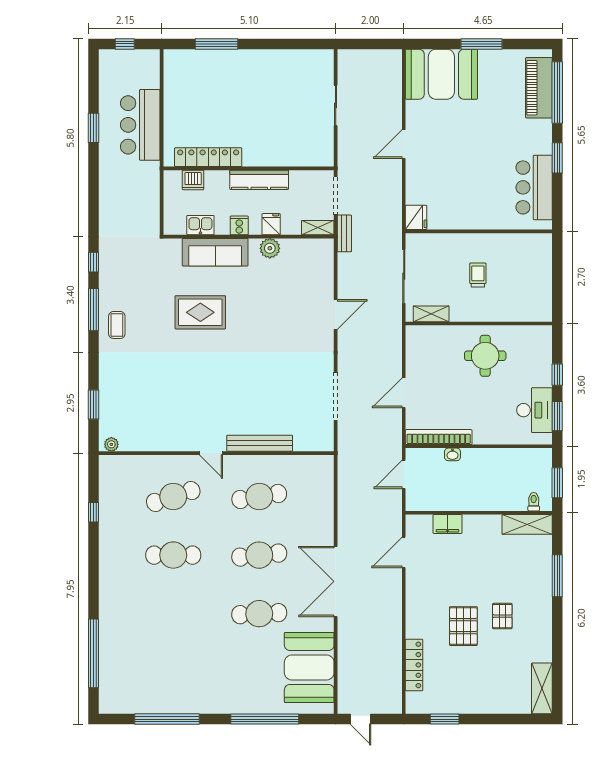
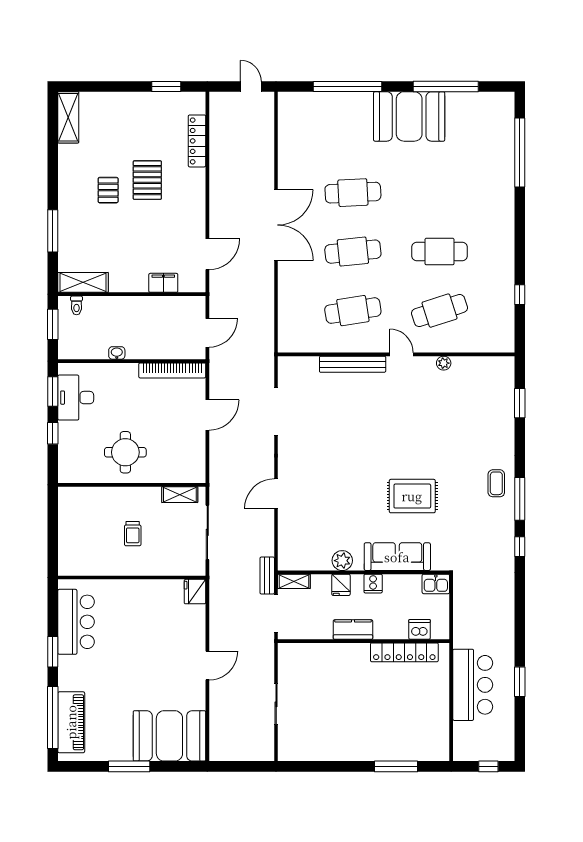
kitchen counter: (259, 180) -> (353, 630), width x0.67
kitchen sink: (200, 225) -> (436, 584), moved
plant: (111, 444) -> (444, 363), moved
washbasin: (452, 454) -> (117, 353), moved
booth: (309, 667) -> (409, 116), moved, turned 90

